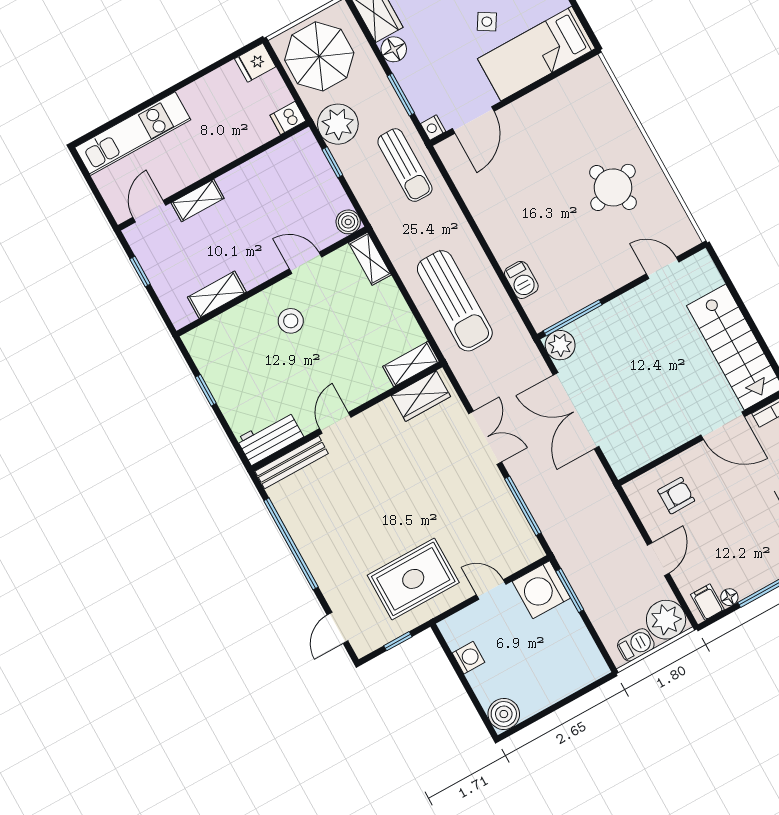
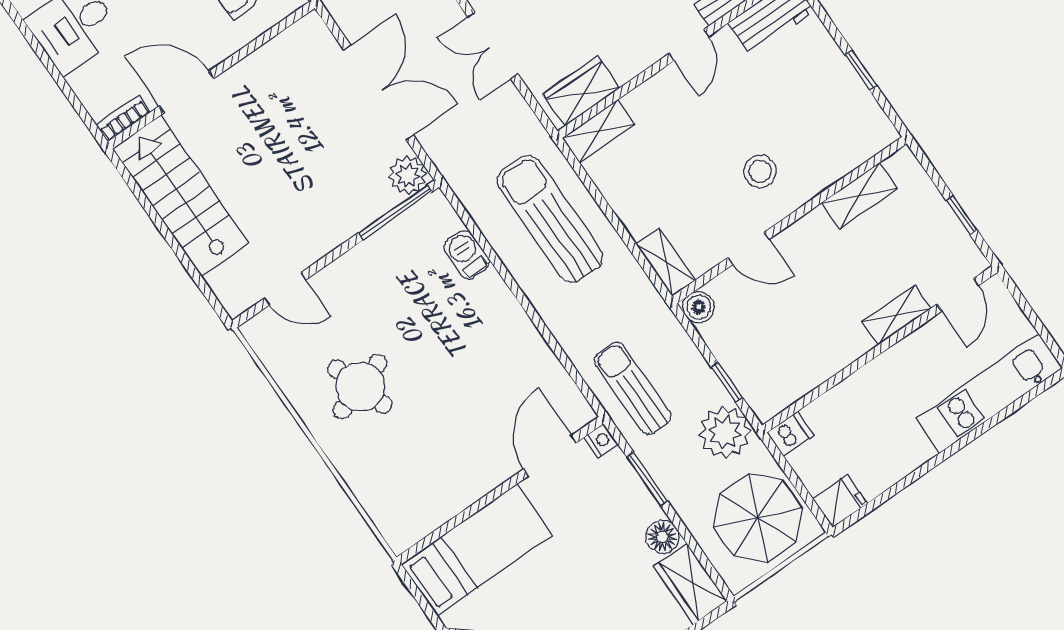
side table: (487, 22) -> (545, 585), removed

